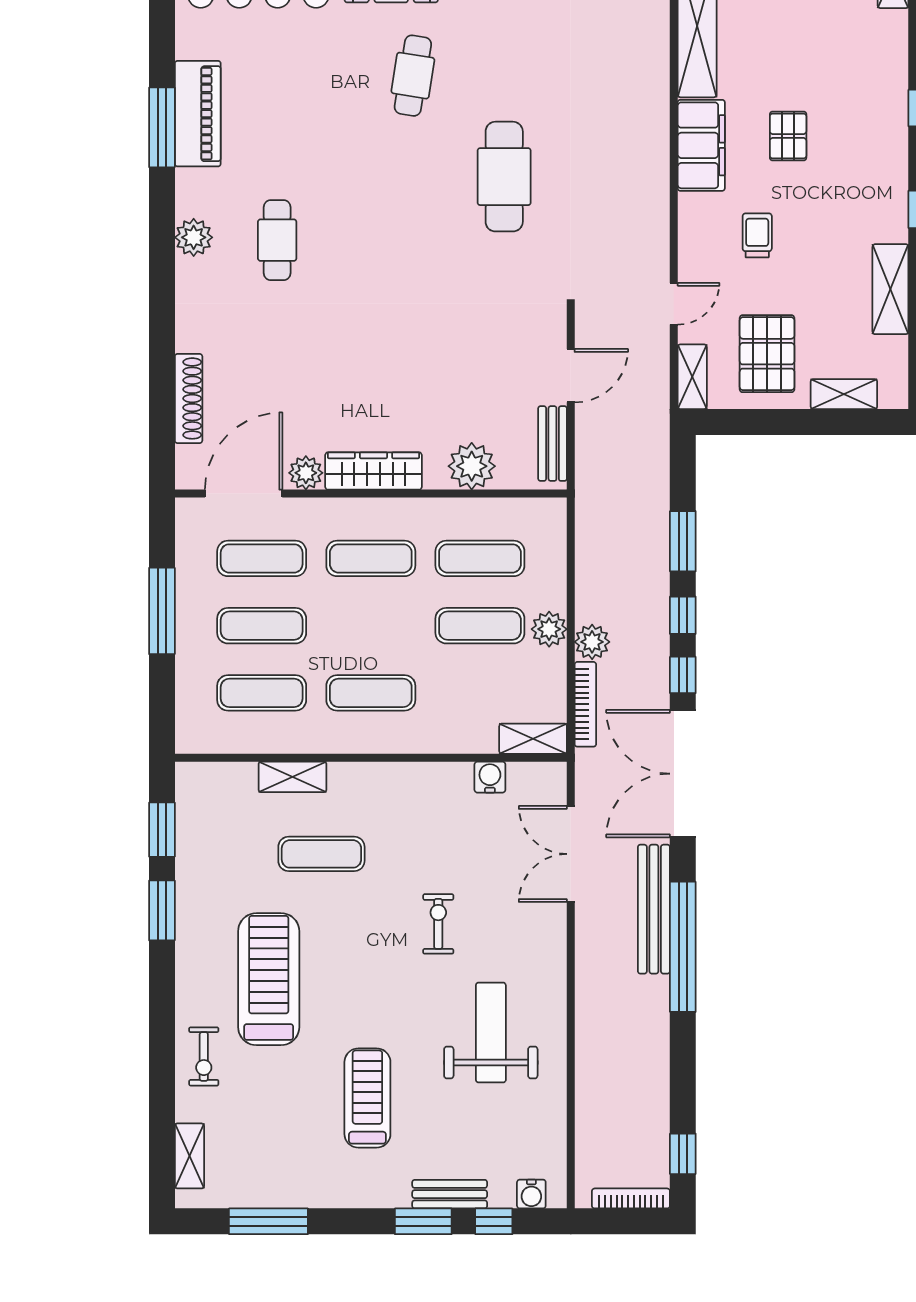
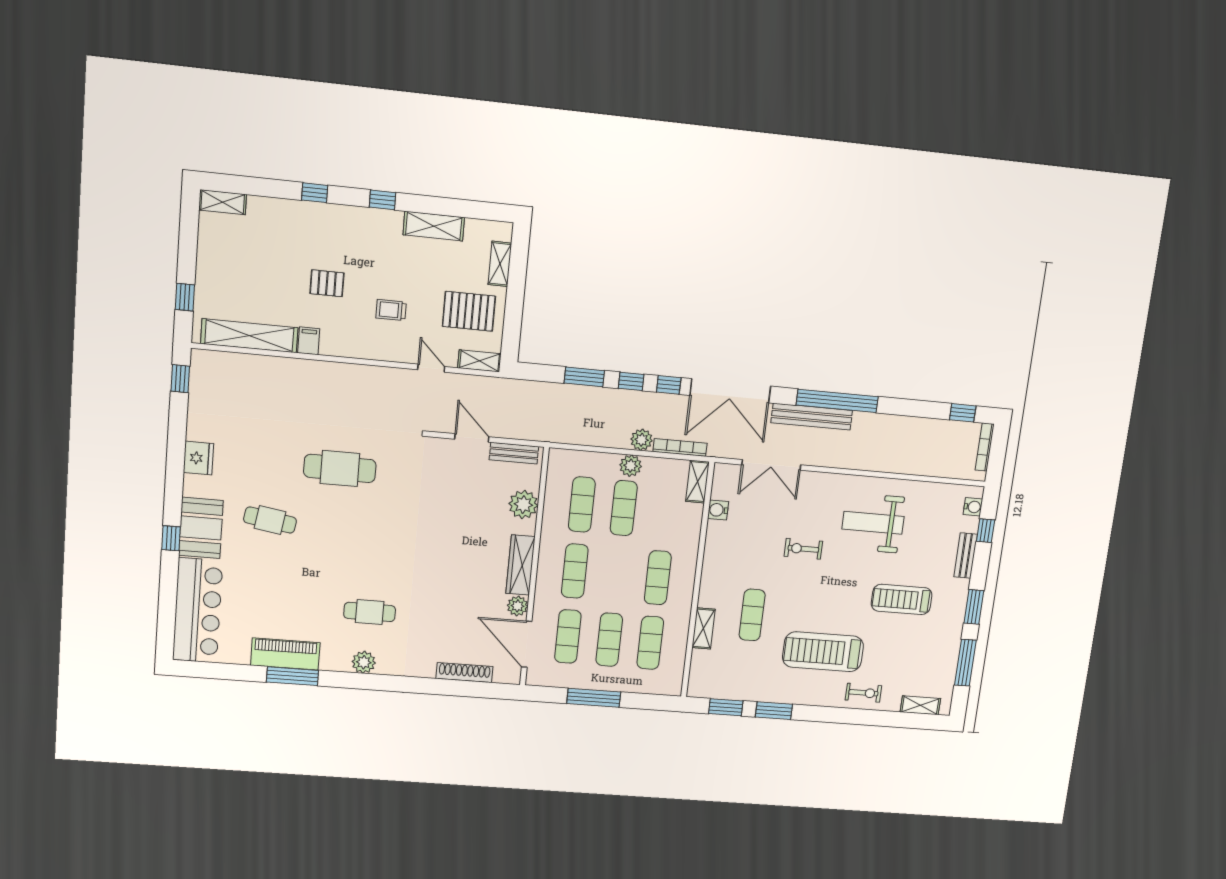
filing cabinet: (701, 145) -> (309, 341), width x0.33, depth x0.86
window: (423, 1221) -> (974, 607), moved

